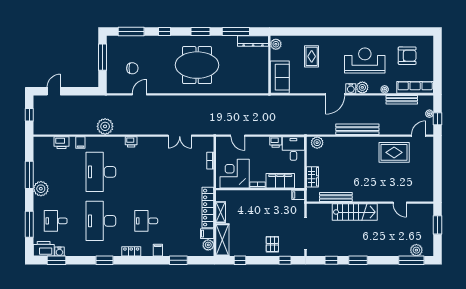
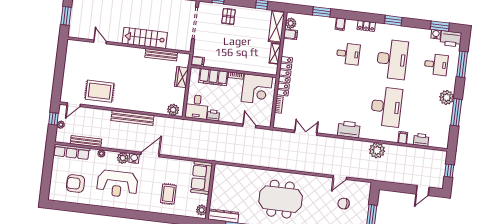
printer: (131, 142) -> (349, 129), width x1.87, depth x1.48
locker: (208, 208) -> (285, 76), moved

